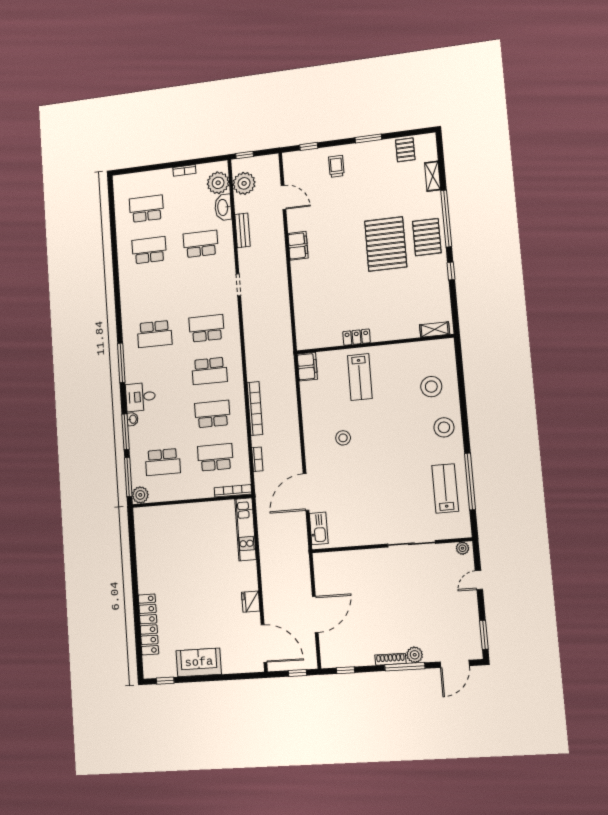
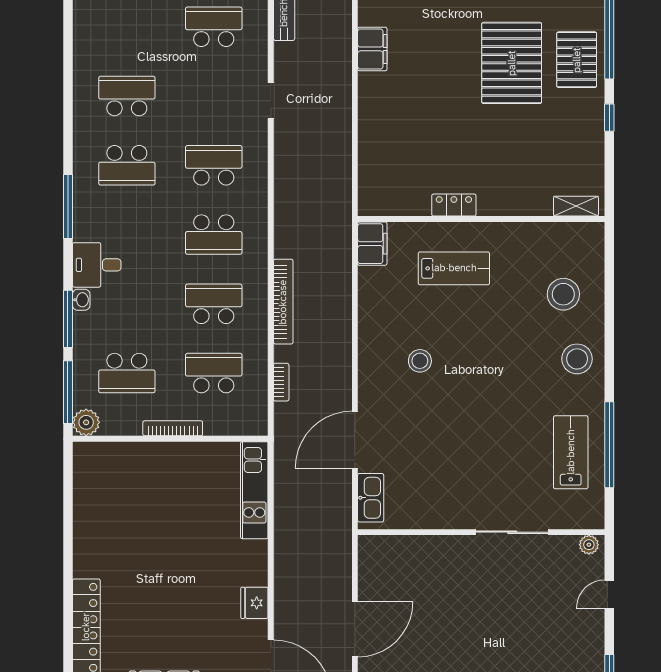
school desk: (149, 250) -> (127, 96), moved
lab bench: (360, 377) -> (454, 268), turned -90
bookcase: (233, 491) -> (173, 428), moved

